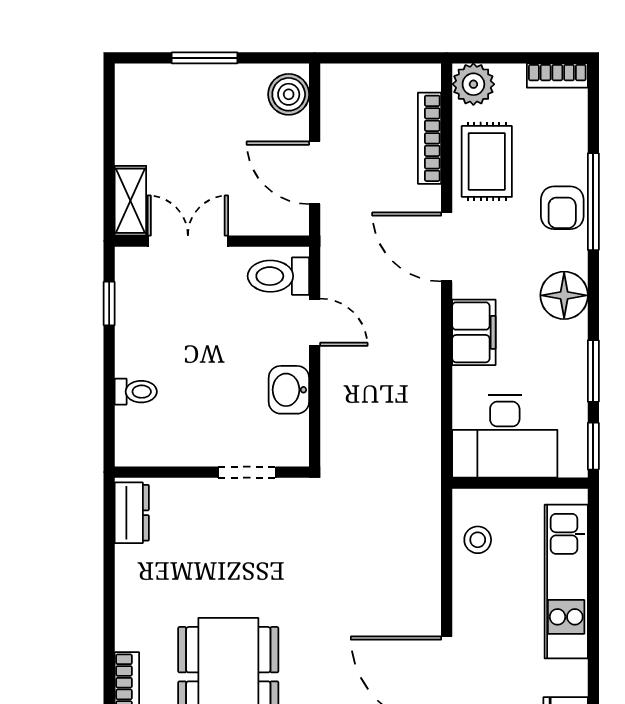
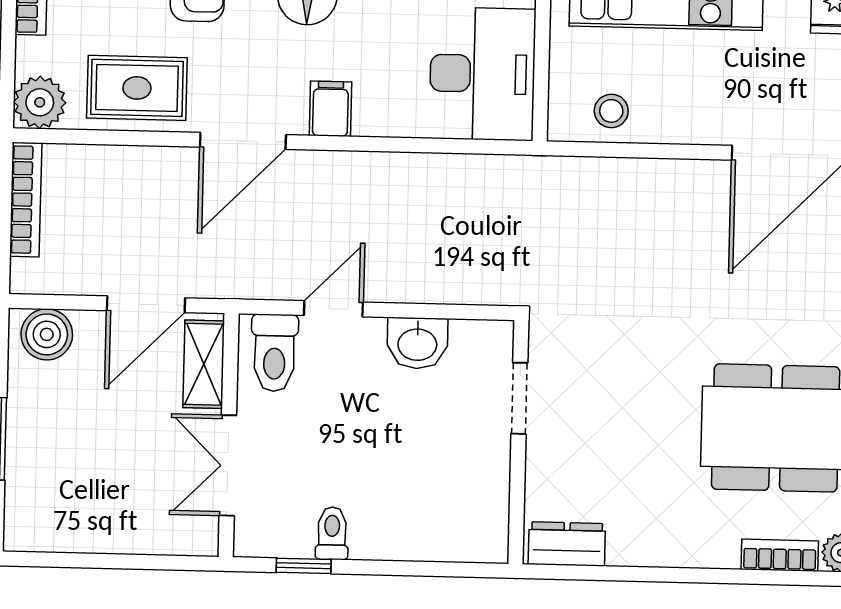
bookcase: (429, 138) -> (26, 200), moved, turned -90
shelving: (130, 201) -> (204, 364), moved, turned 90
filing cabinet: (474, 332) -> (330, 109), width x0.50
toilet: (136, 392) -> (332, 533), moved

